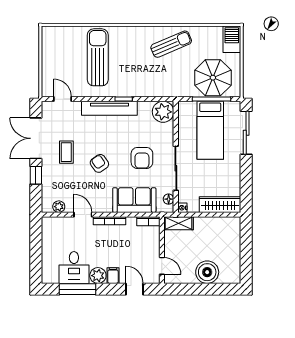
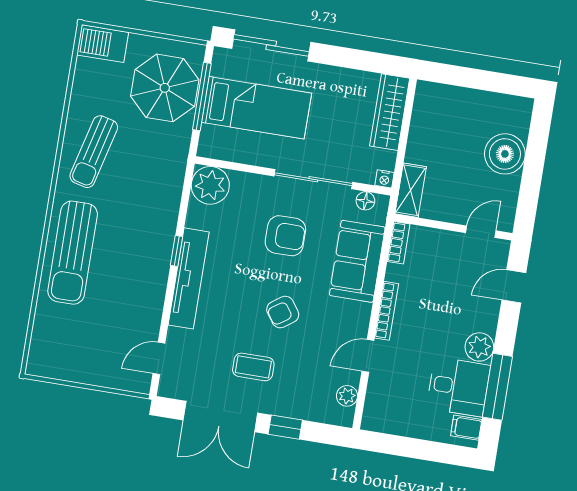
sun lounger: (171, 44) -> (94, 152), turned -143
sun lounger: (98, 57) -> (73, 253), moved, turned -90
filing cabinet: (113, 276) -> (466, 428), moved

